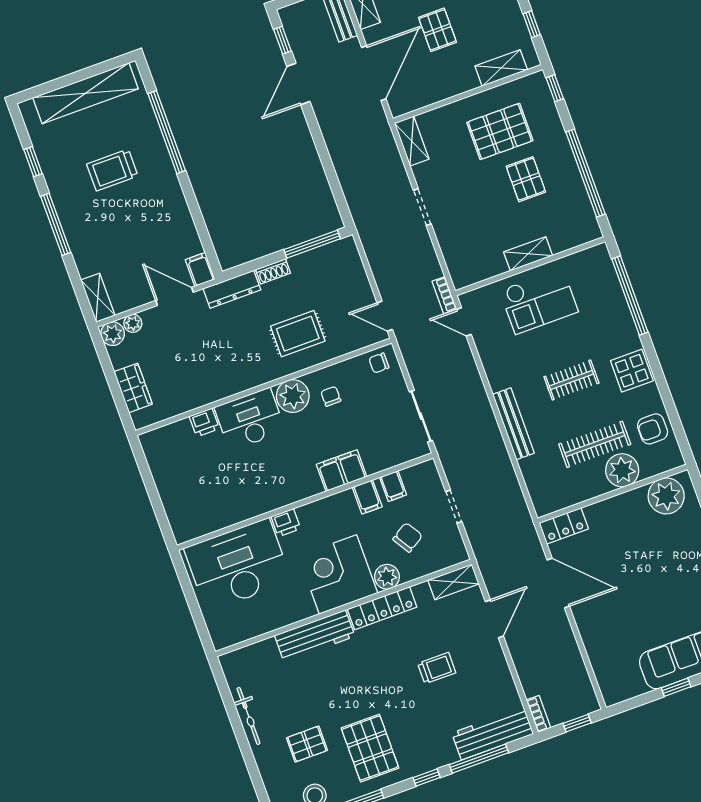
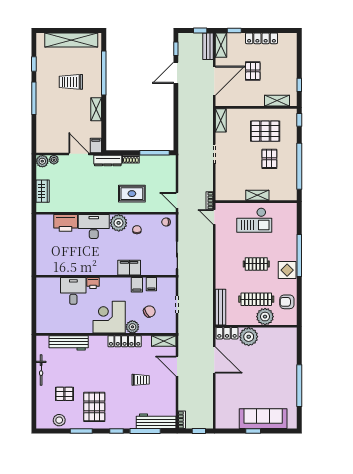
window: (630, 296) -> (299, 255), moved
shelving: (98, 298) -> (96, 109), moved
printer: (204, 422) -> (66, 223), width x1.87, depth x1.48
bench: (513, 424) -> (221, 307), moved
plant: (666, 496) -> (249, 337), moved
desk: (238, 565) -> (73, 291), width x0.53, depth x0.77
door: (494, 619) -> (177, 366), swing flipped
workbench: (315, 636) -> (69, 343), moved

